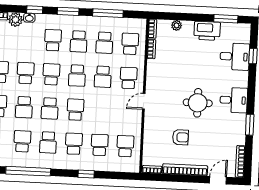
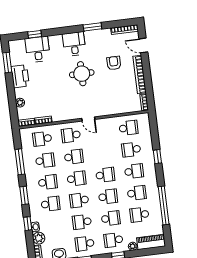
school desk: (53, 40) -> (50, 204), turned 180
school desk: (75, 110) -> (105, 175), turned 180
armchair: (180, 137) -> (114, 63), moved
school desk: (74, 144) -> (134, 171), turned 180
school desk: (125, 146) -> (128, 128), turned 180

